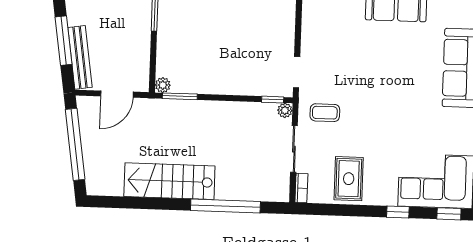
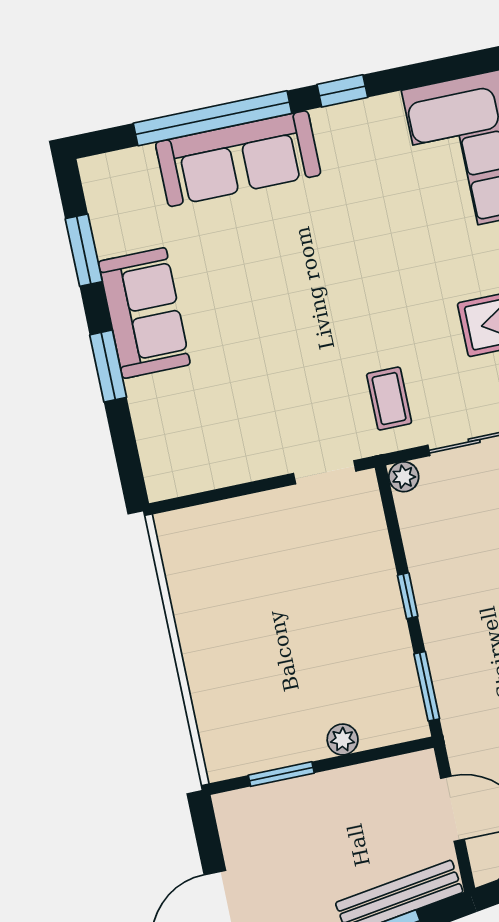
plant: (163, 85) -> (343, 740), moved
window: (273, 100) -> (408, 596), moved

